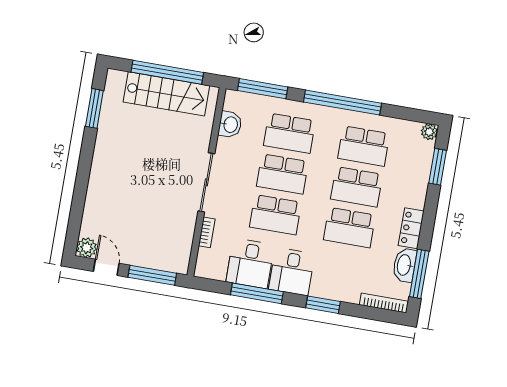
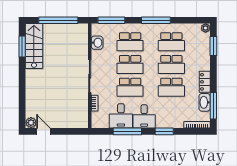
stairs: (166, 94) -> (34, 46), moved, turned -90
window: (343, 103) -> (156, 20), width x0.68
window: (152, 275) -> (69, 131), removed

